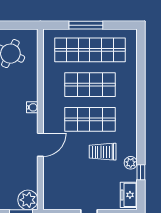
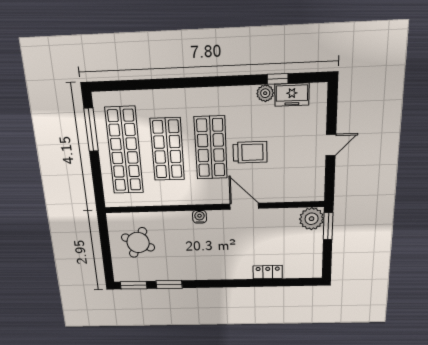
window: (86, 25) -> (91, 130), moved
trolley: (103, 152) -> (250, 152), moved, turned -90
freezer: (129, 195) -> (292, 95), moved

